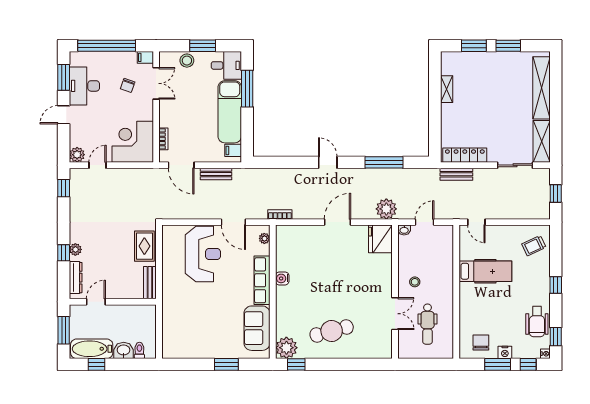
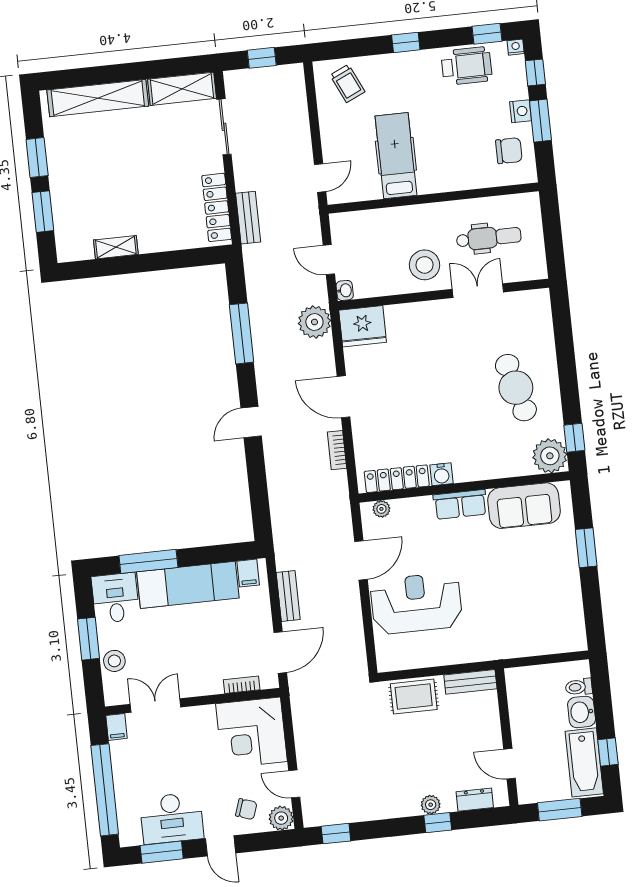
chair: (128, 85) -> (246, 809), moved
bookcase: (280, 214) -> (337, 450), moved
locker: (282, 250) -> (397, 479), added
dresser: (76, 278) -> (475, 800), width x0.70
row of seats: (262, 280) -> (460, 504), width x0.68
stool: (415, 282) -> (425, 265), width x1.89, depth x1.89
chair: (481, 342) -> (509, 151), turned 180

